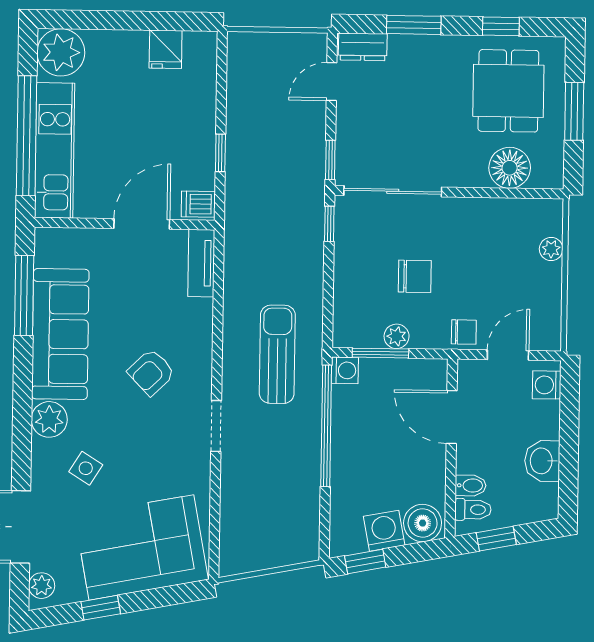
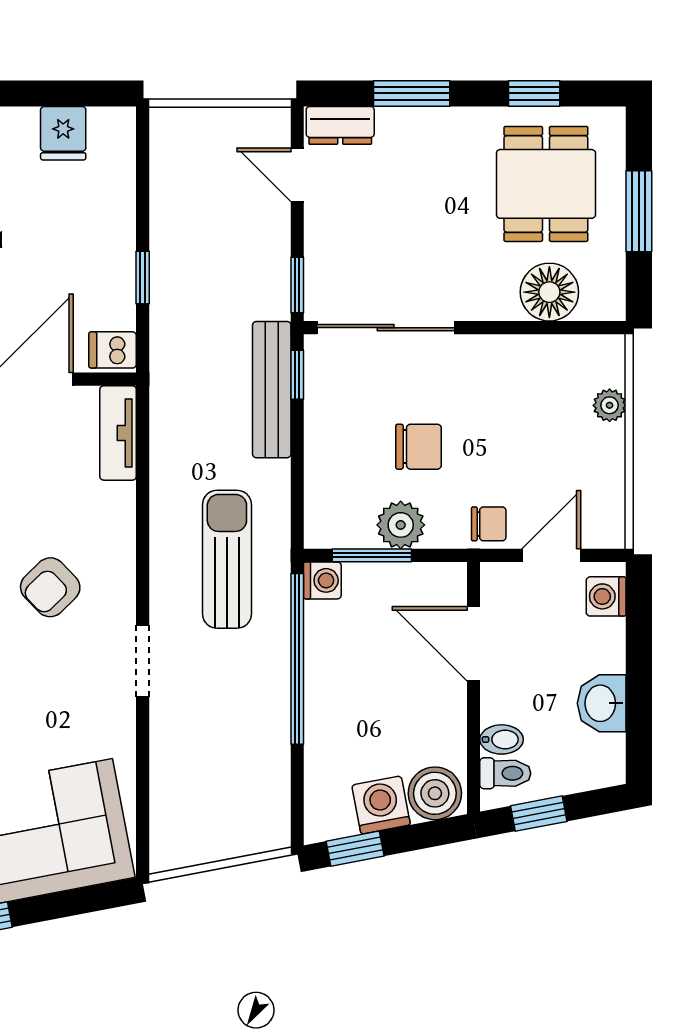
door: (332, 82) -> (297, 175), hinge flipped
bench: (311, 234) -> (272, 390), added
plant: (397, 336) -> (401, 525), width x1.38, depth x1.38

